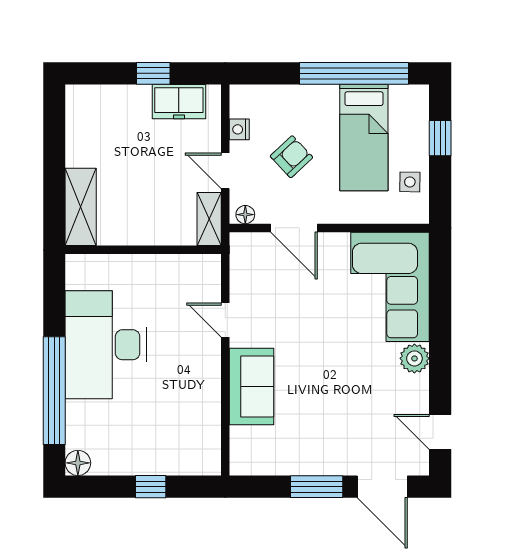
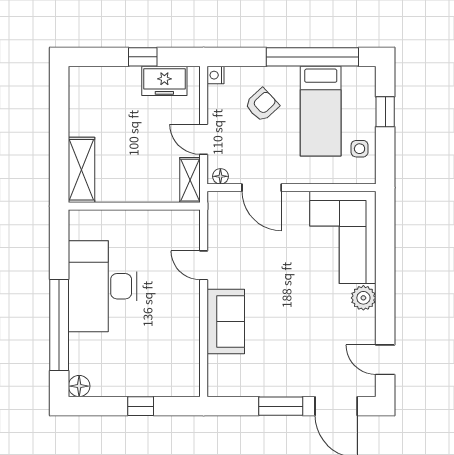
nightstand: (239, 129) -> (215, 75), moved
armchair: (291, 157) -> (262, 105), moved

